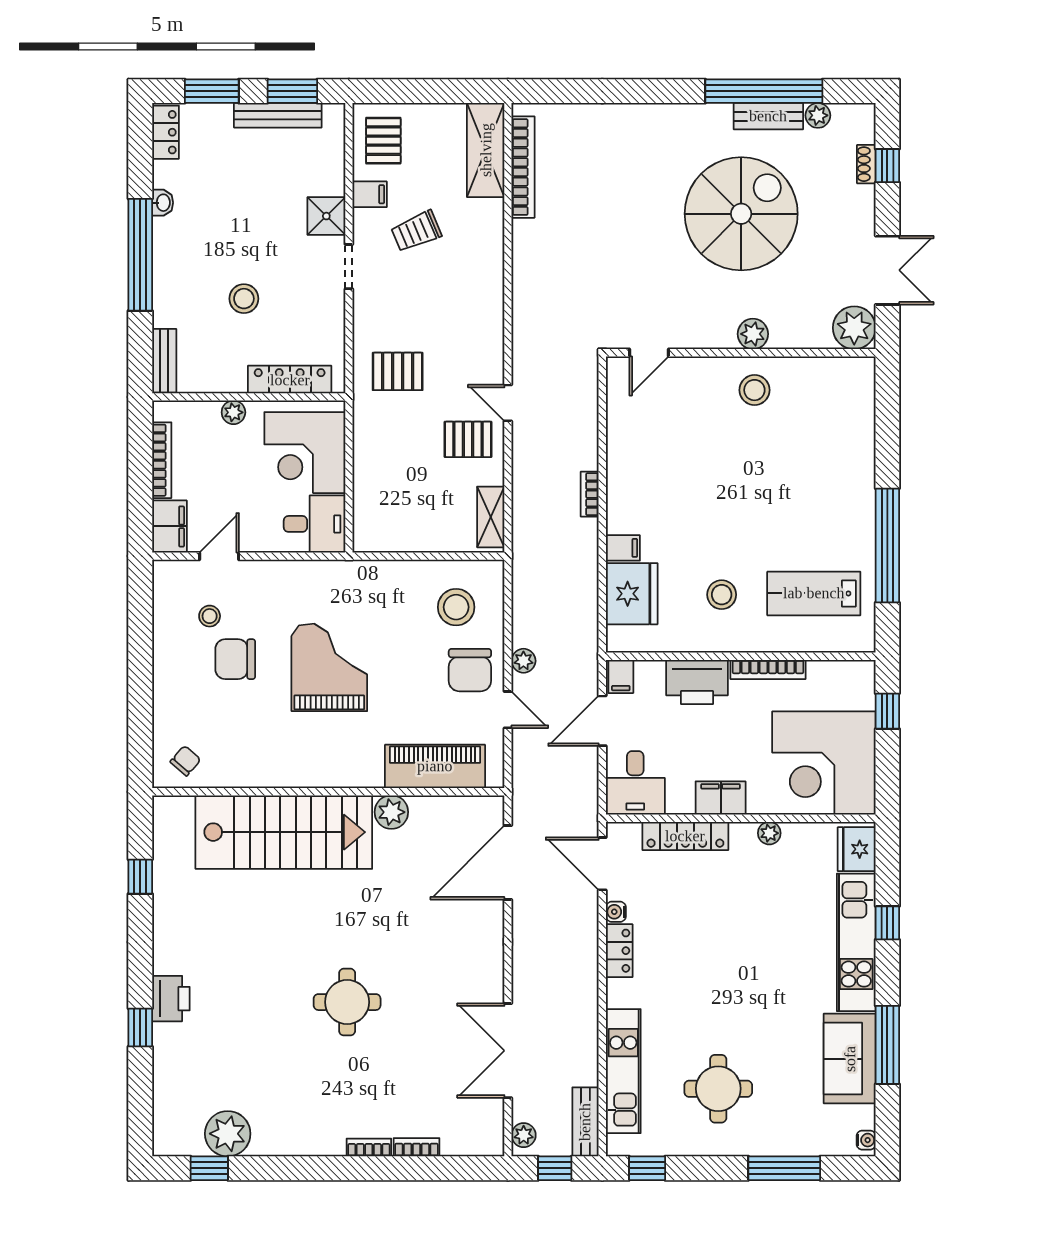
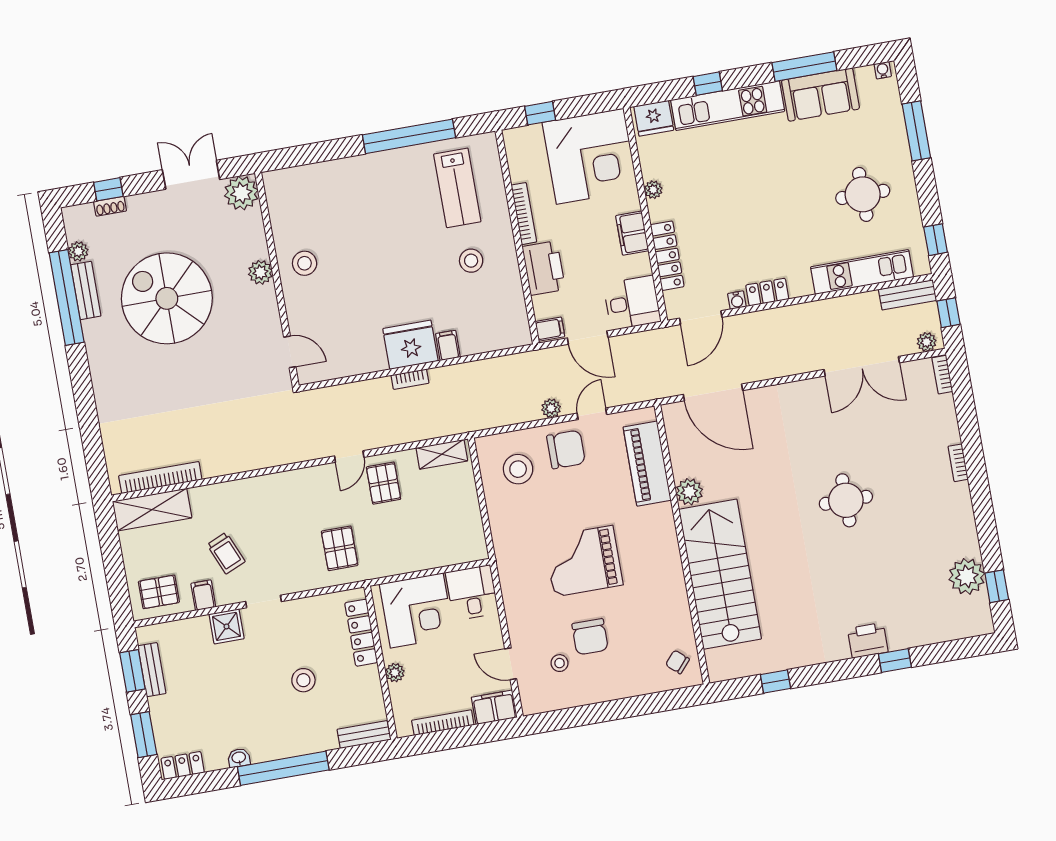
bench: (278, 115) -> (152, 670), width x0.73
fridge: (632, 594) -> (410, 345), moved
bookcase: (416, 1147) -> (942, 375), moved

